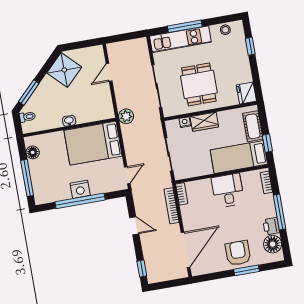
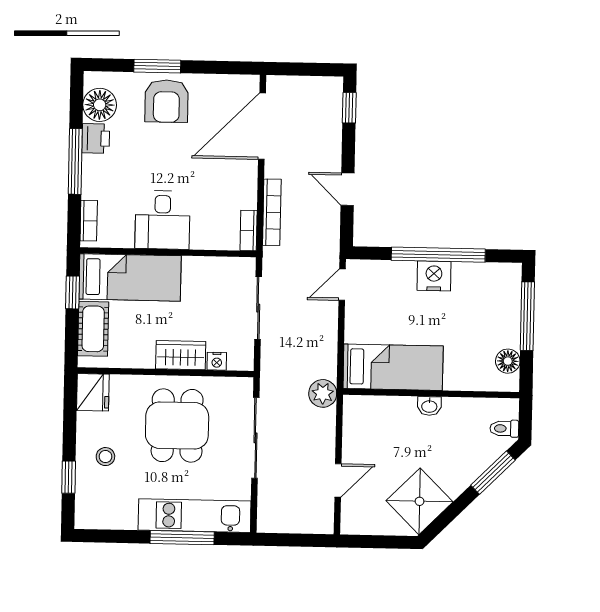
stool: (225, 30) -> (105, 457), moved
bed: (93, 143) -> (393, 367), width x0.67

